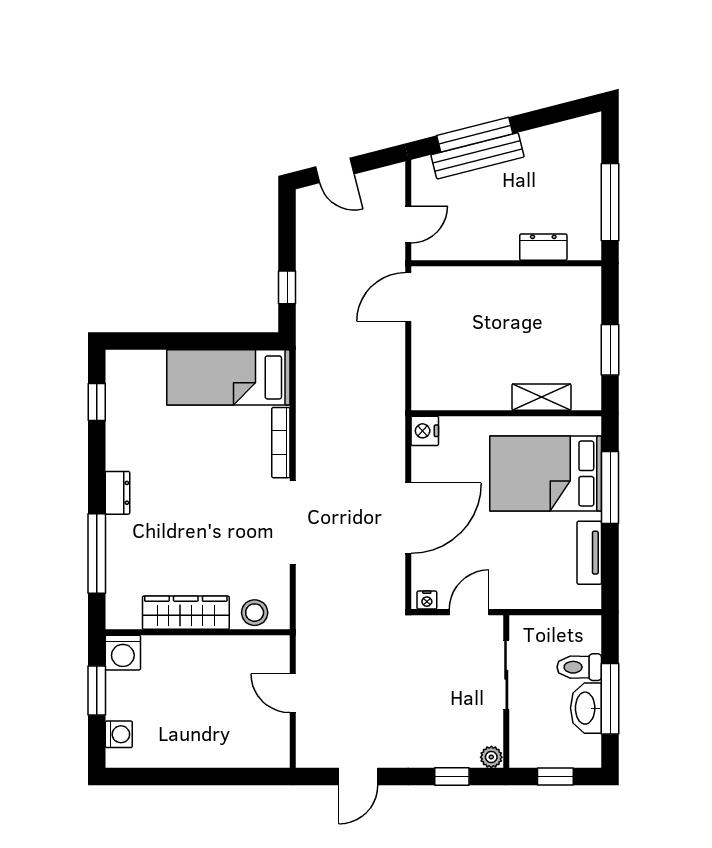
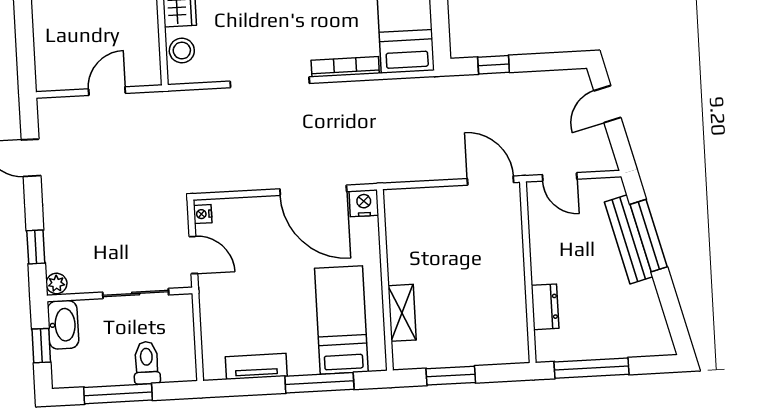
bed: (546, 474) -> (341, 320), width x0.67
door: (408, 518) -> (313, 190), moved
washbasin: (586, 708) -> (63, 325), moved, turned 90

